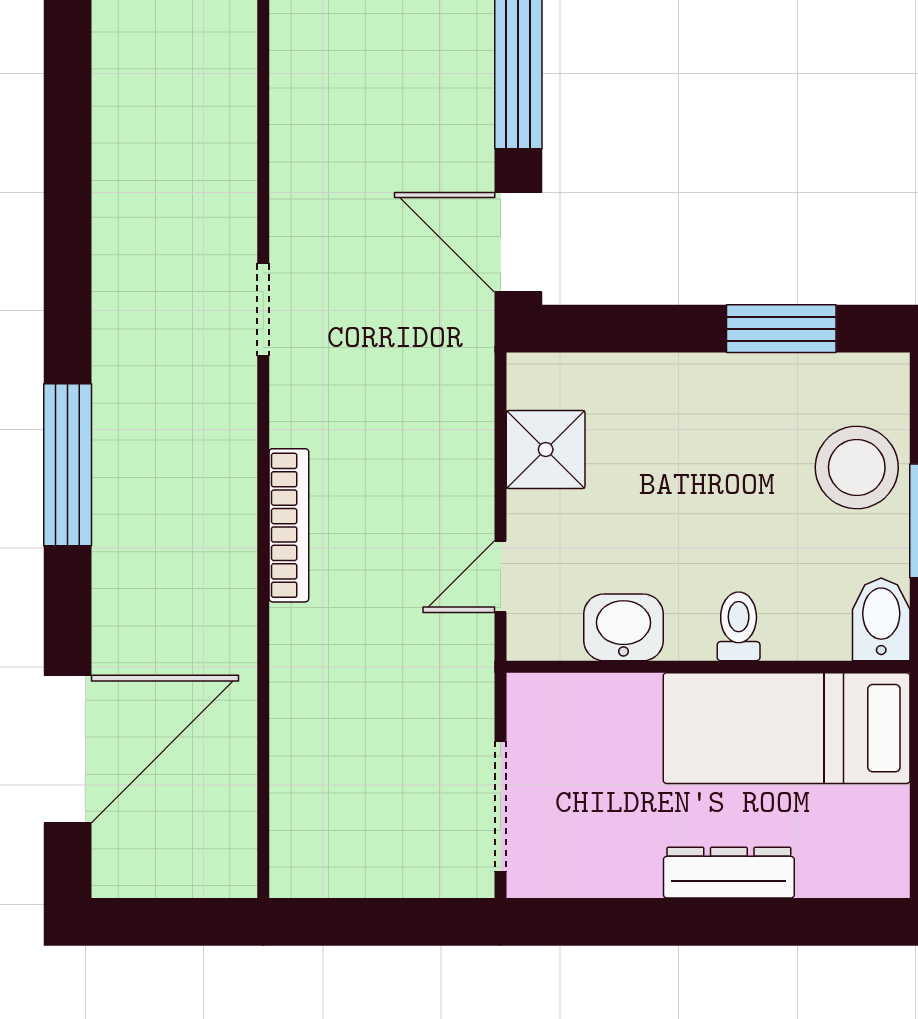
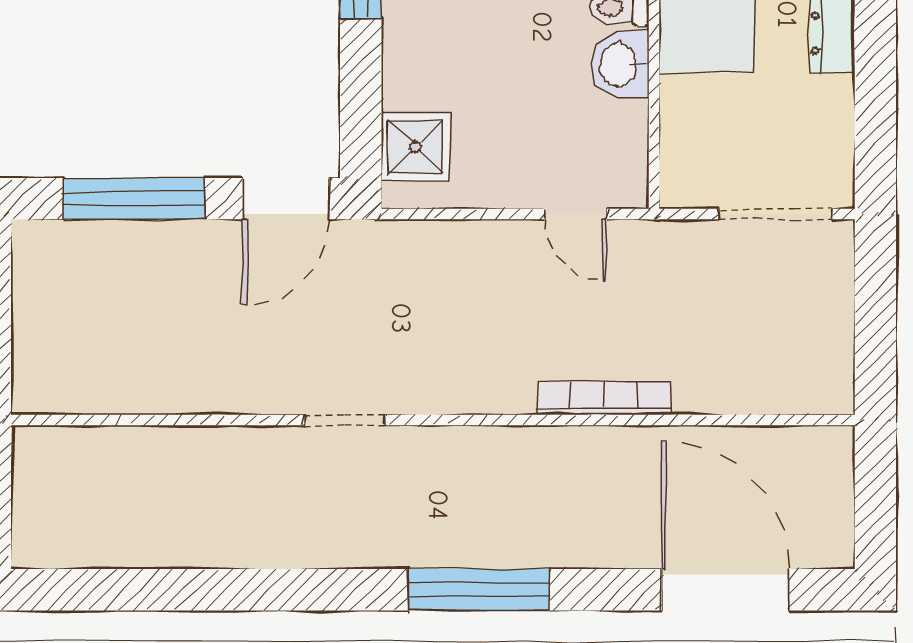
shower: (546, 450) -> (415, 147), moved
bookcase: (289, 525) -> (604, 398), moved
washbasin: (623, 627) -> (620, 64), moved

